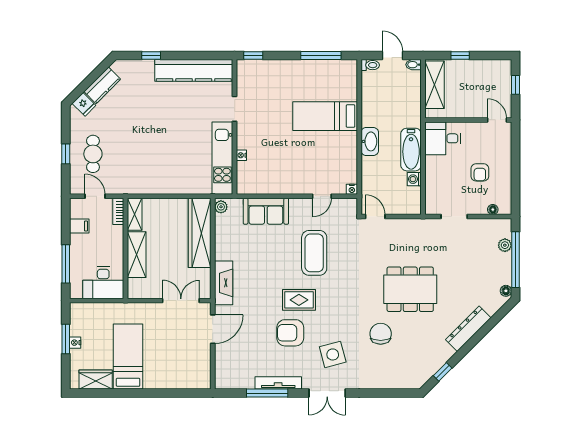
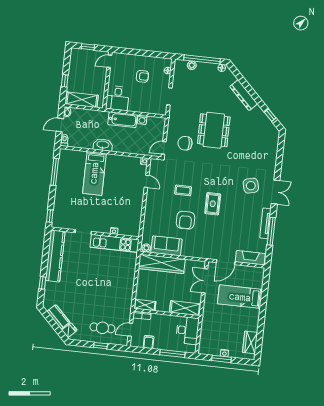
washbasin: (370, 141) -> (103, 145), moved
sofa: (266, 211) -> (166, 246), moved, turned -90
coffee table: (314, 253) -> (183, 190), width x0.54, depth x0.58
shelving: (137, 255) -> (185, 308), moved
fireplace: (224, 283) -> (250, 258), moved
door: (213, 329) -> (226, 262), swing flipped
armchair: (290, 333) -> (186, 220), moved
chair: (381, 334) -> (185, 143), moved
bed: (128, 356) -> (240, 297), moved

